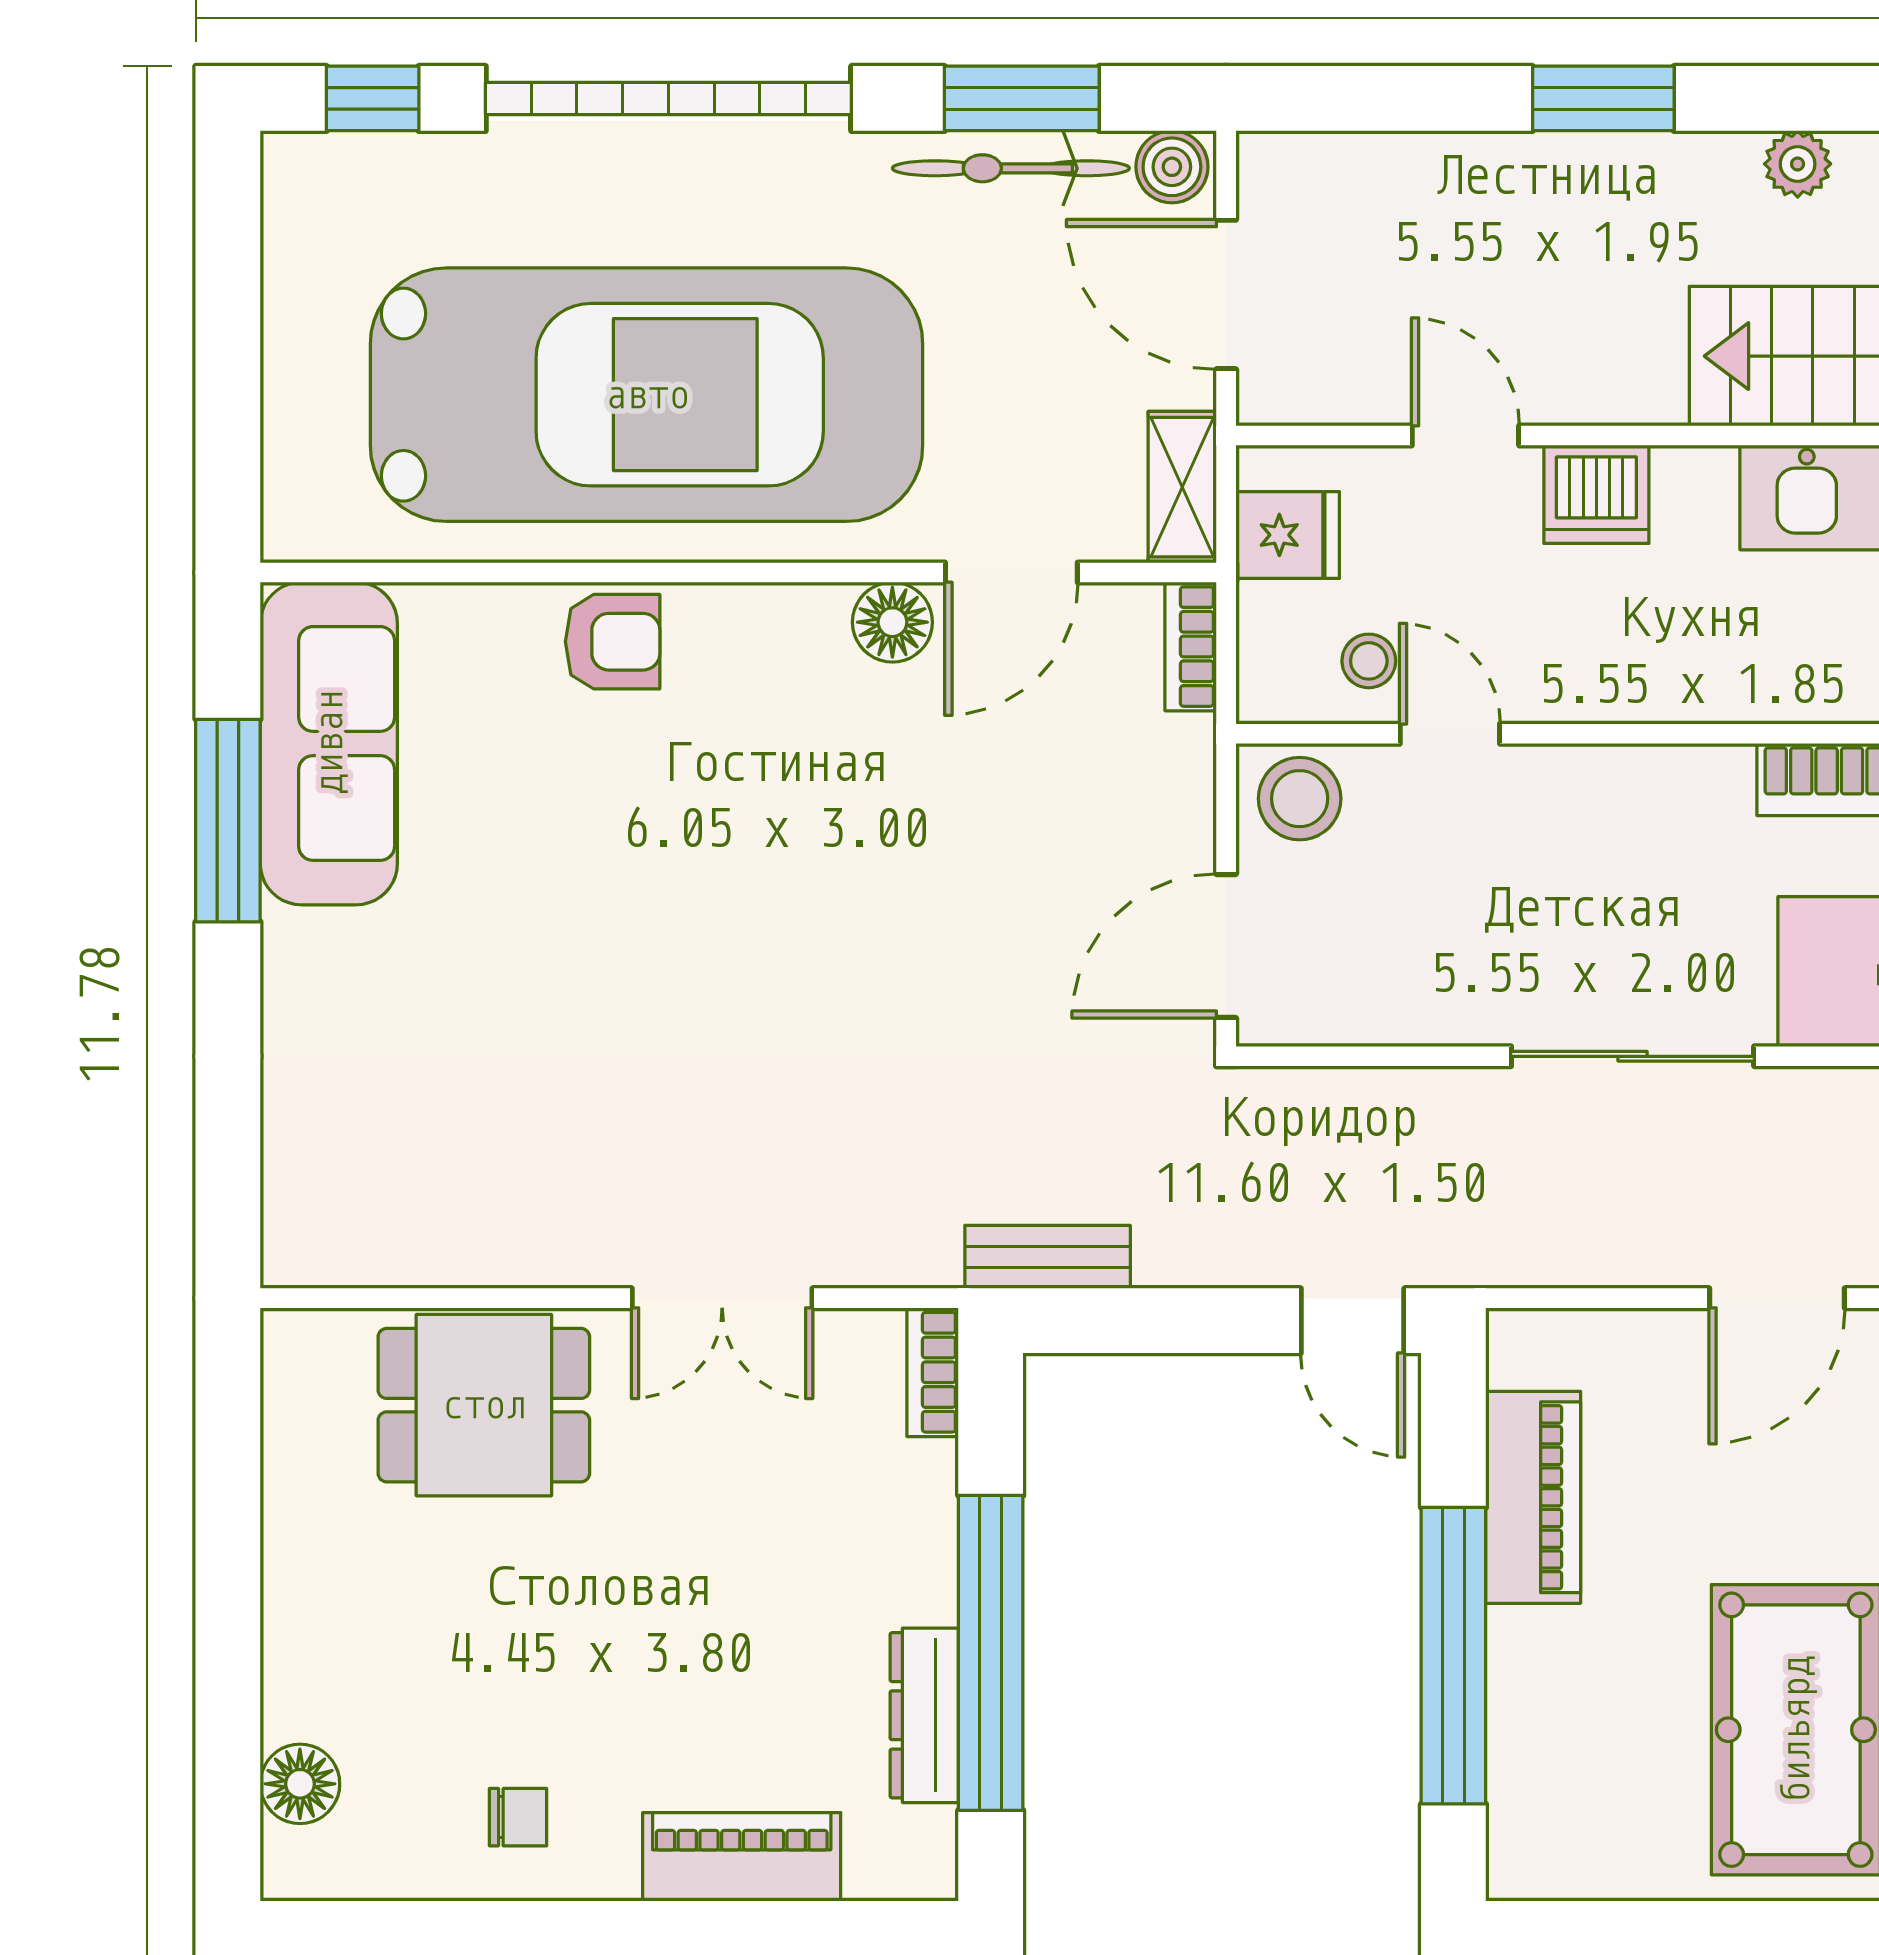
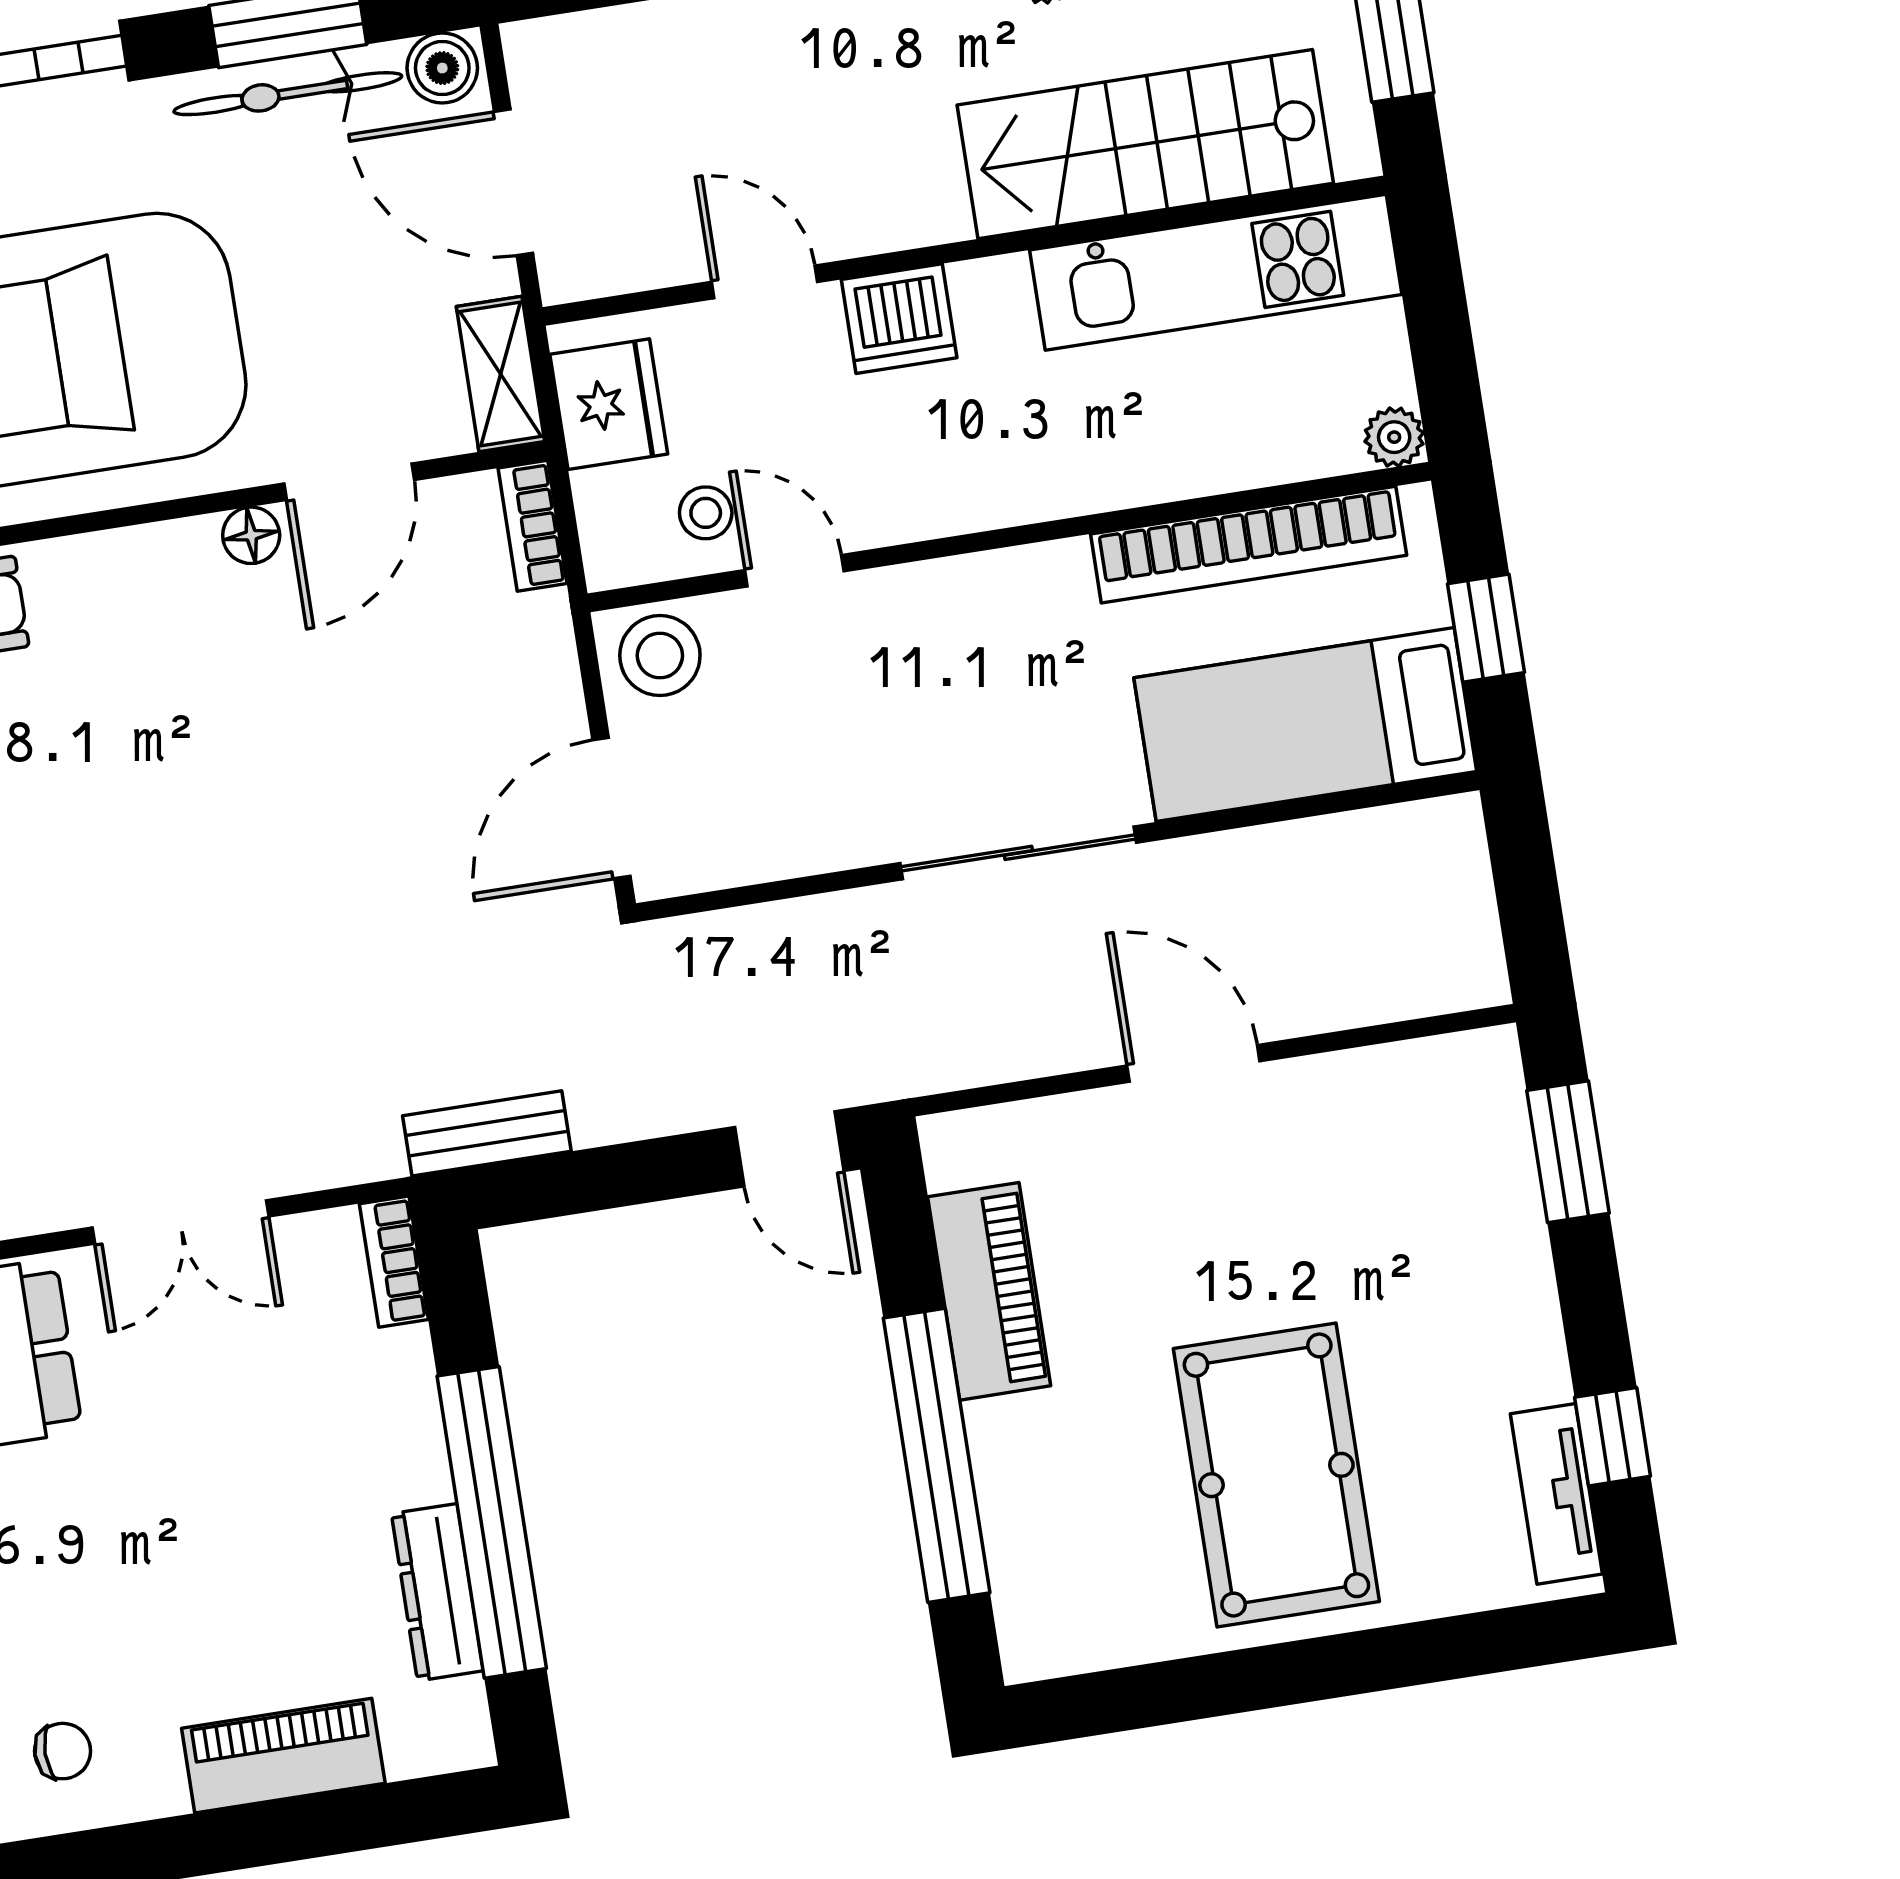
fridge: (1288, 535) -> (609, 404), width x1.38
floor lamp: (892, 622) -> (251, 535), width x0.73, depth x0.73
door: (1777, 1298) -> (1193, 1063), swing flipped

